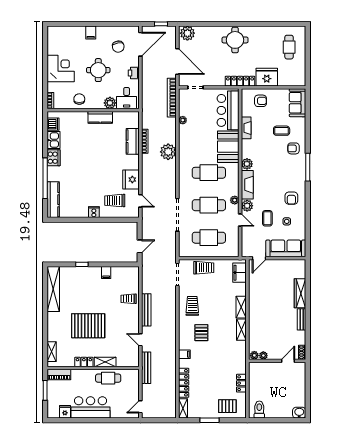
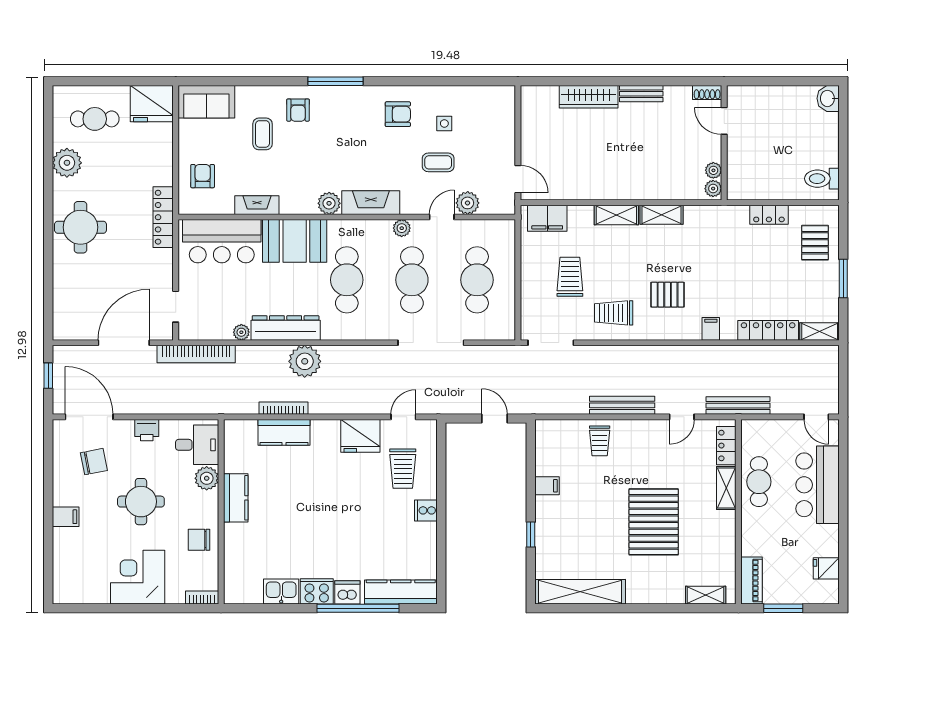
plant: (187, 33) -> (67, 163), moved
fridge: (267, 77) -> (152, 104), moved, turned -90
dishwasher: (53, 124) -> (347, 592), moved
dresser: (185, 142) -> (286, 328), added
plant: (247, 206) -> (468, 203), moved
sofa: (286, 248) -> (498, 125), removed
trolley: (204, 268) -> (570, 277), moved
locker: (84, 362) -> (726, 446), moved
bar counter: (90, 407) -> (817, 485), moved

